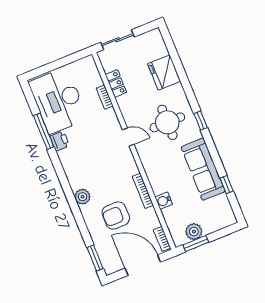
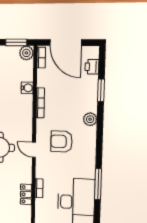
printer: (60, 141) -> (92, 67), moved
armchair: (116, 216) -> (61, 141), moved, turned 180
plant: (194, 232) -> (26, 53), moved
window: (95, 258) -> (101, 90), moved

